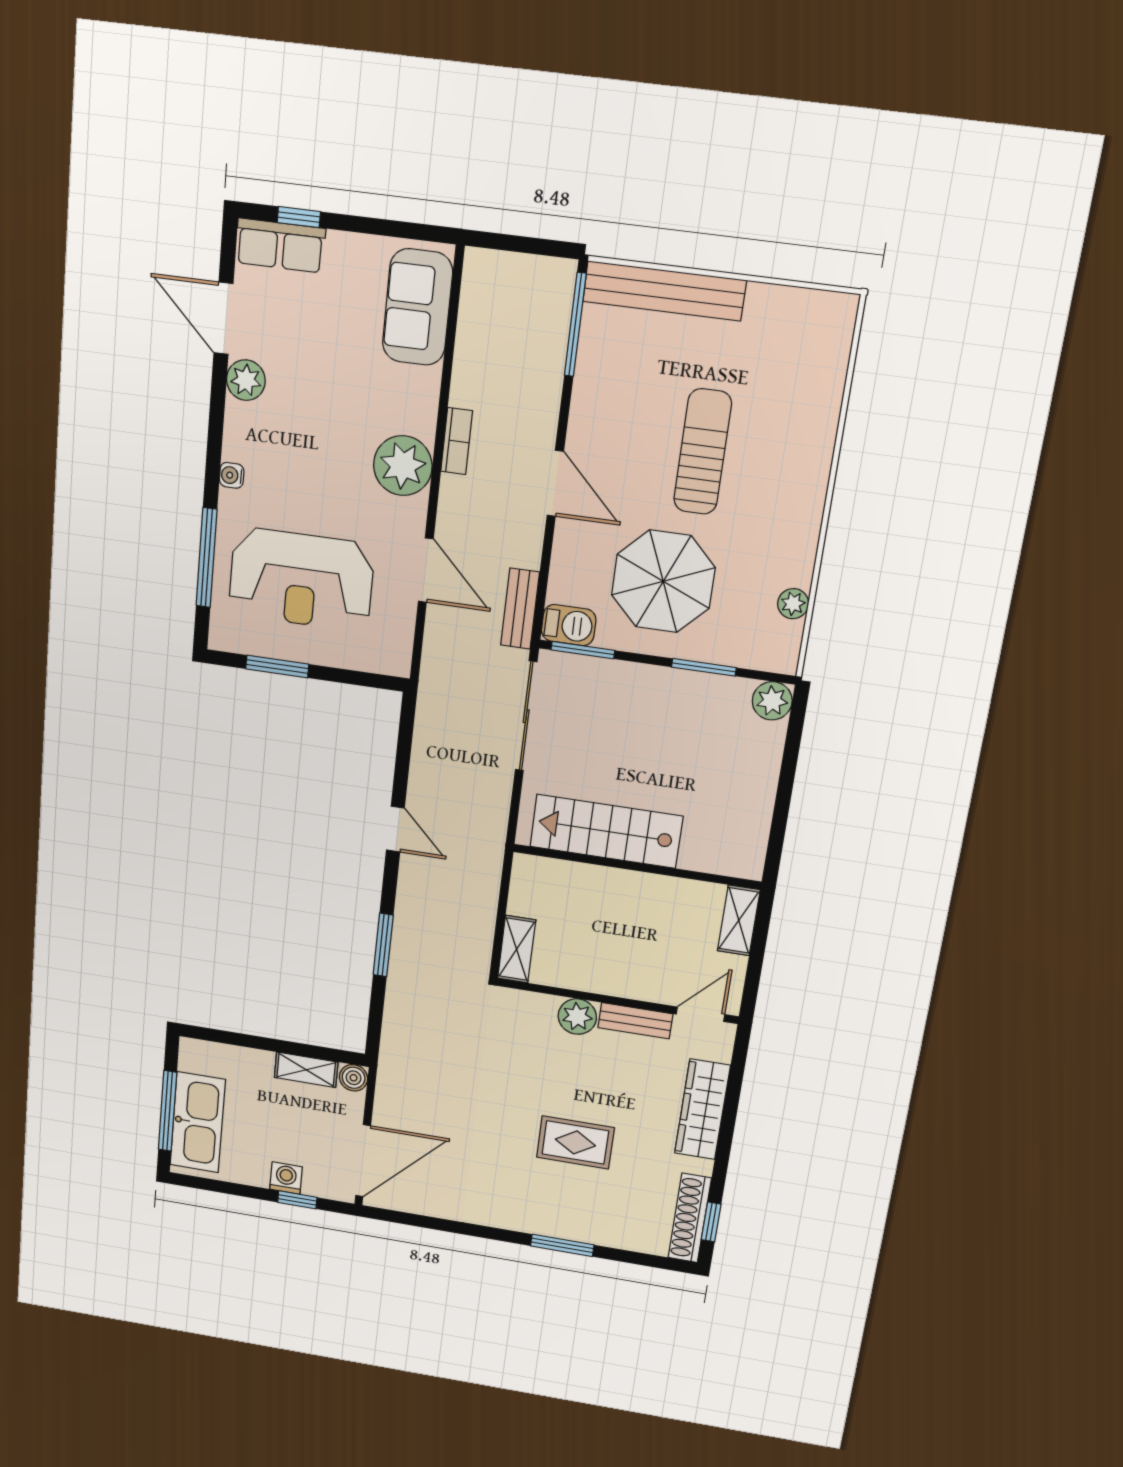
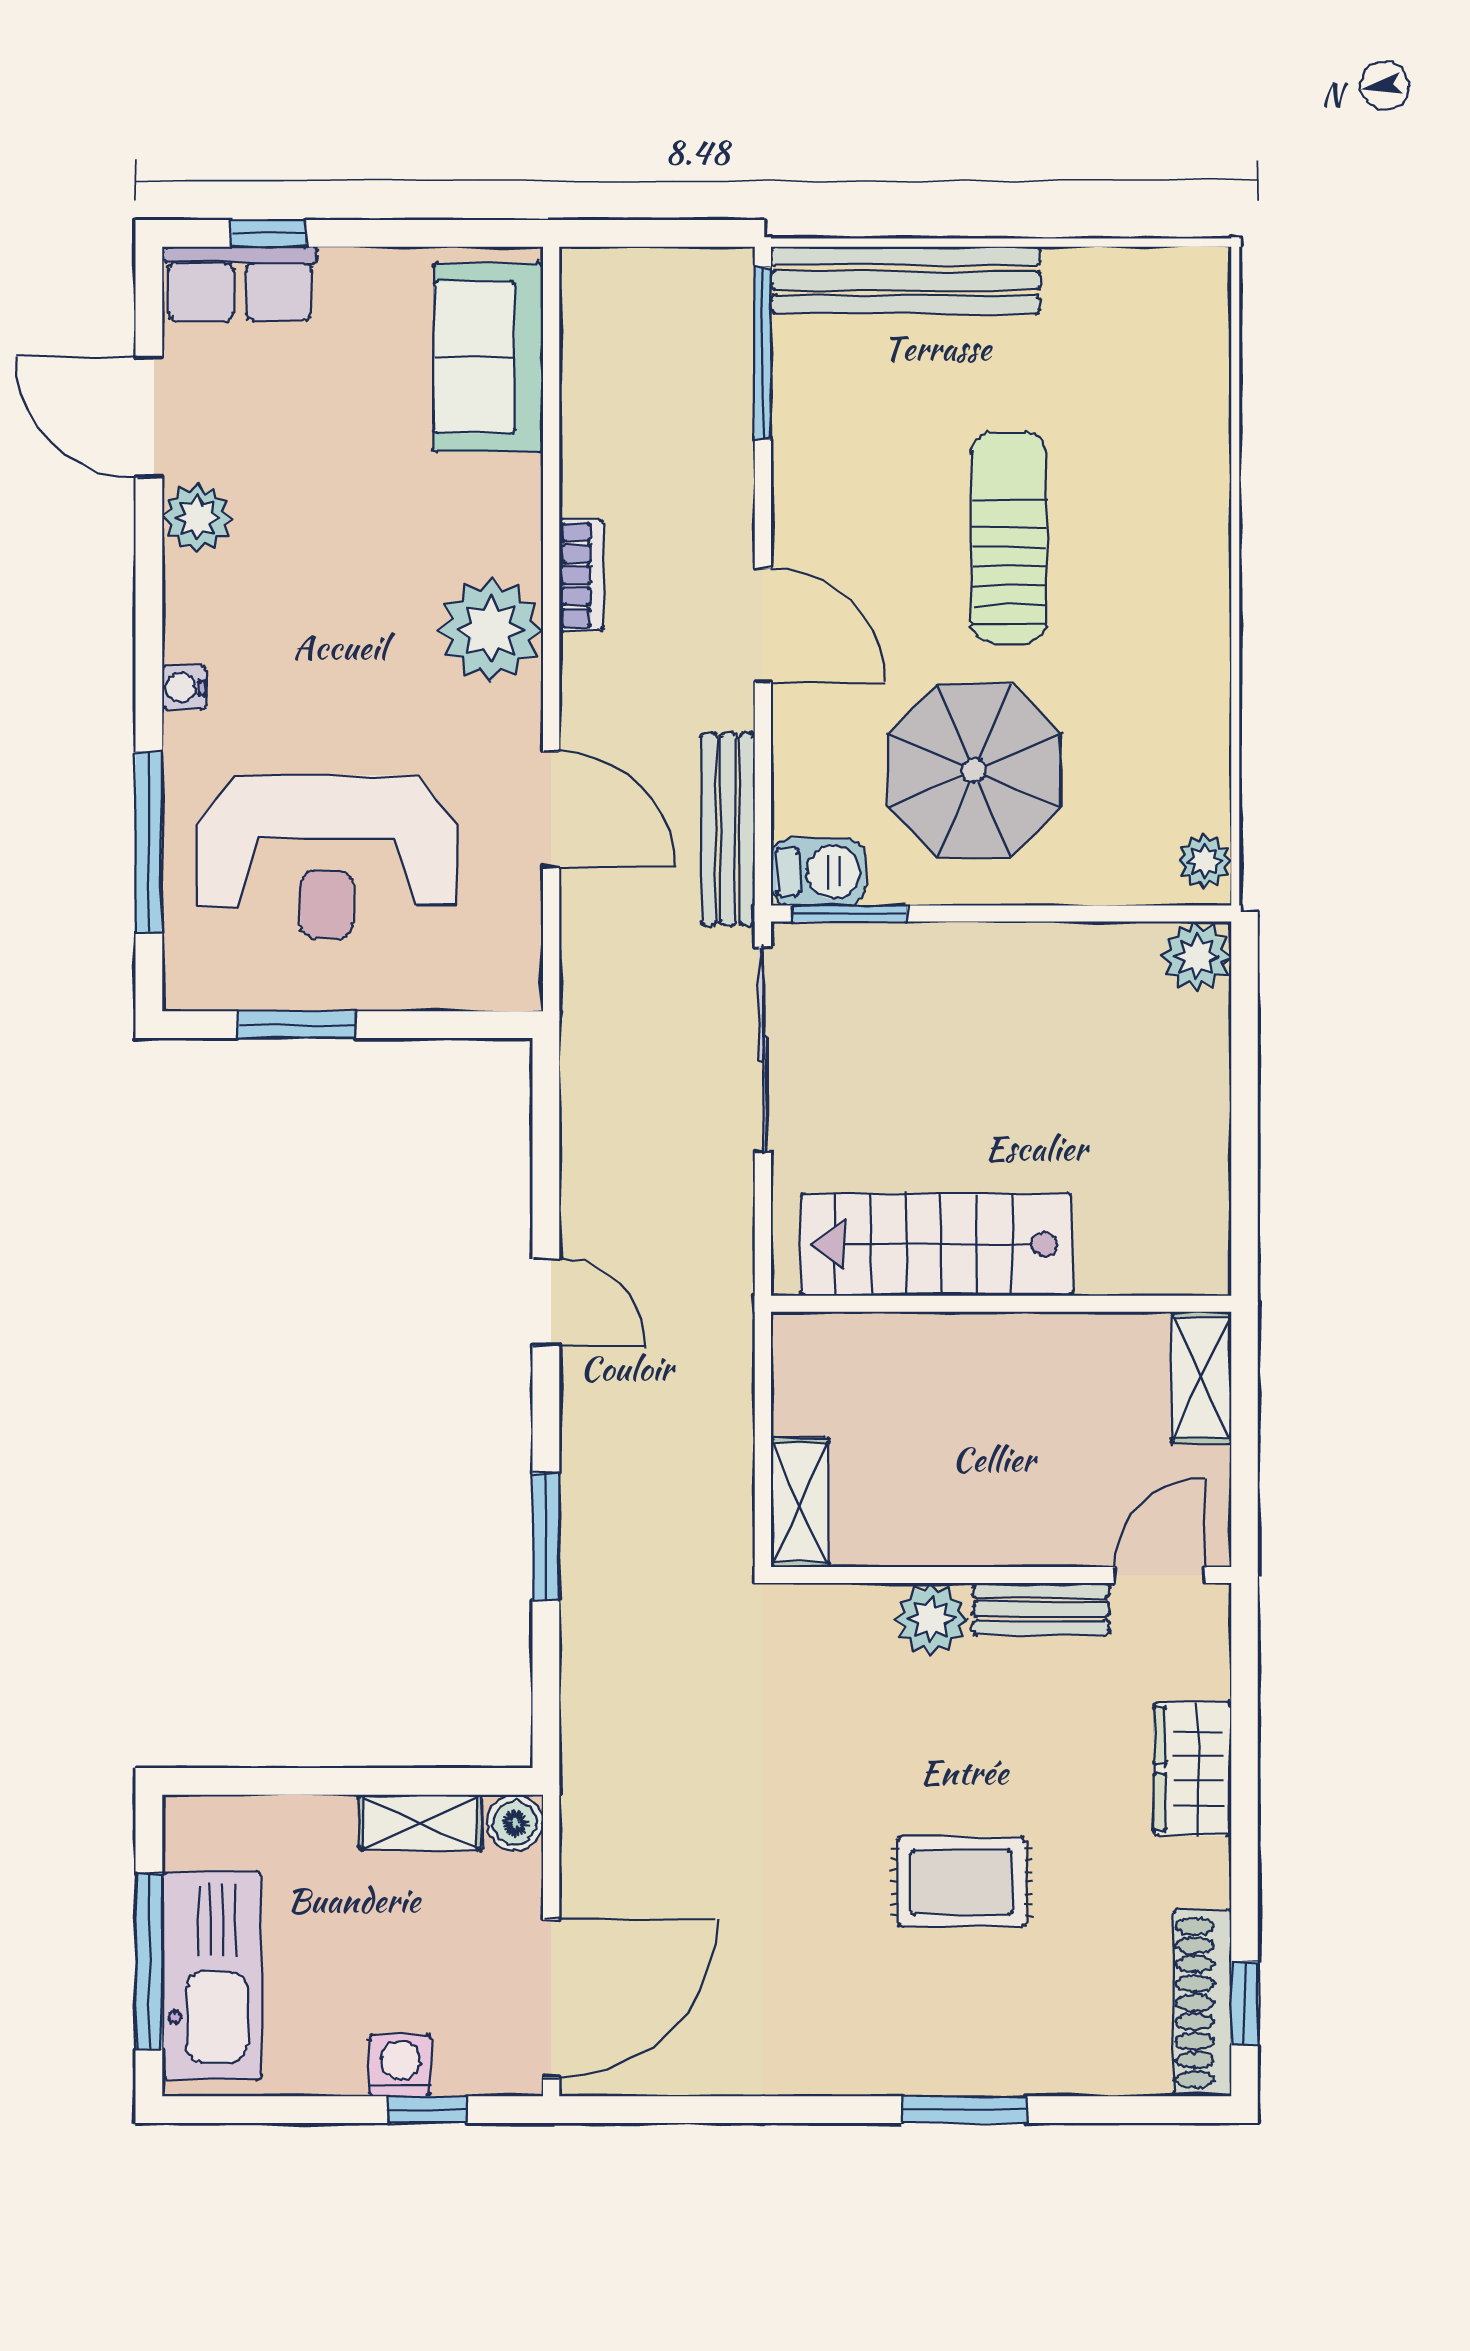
plant: (793, 604) -> (1205, 861), moved
bench: (520, 609) -> (728, 829), width x1.36
window: (704, 667) -> (1067, 913), removed
wardrobe: (702, 1109) -> (1192, 1769), width x0.67

